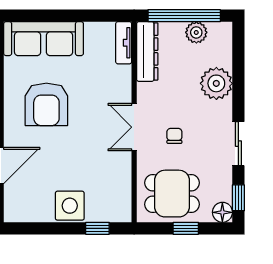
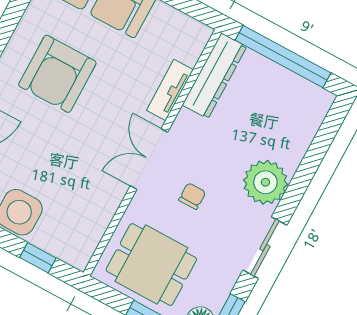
plant: (196, 32) -> (287, 85), removed
tv unit: (124, 43) -> (170, 90), moved
plant: (216, 83) -> (265, 182), moved

